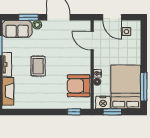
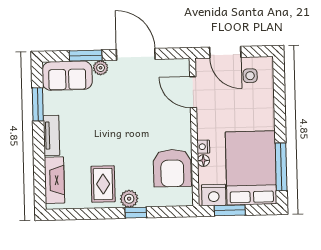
rug: (38, 66) -> (103, 184), moved
armchair: (79, 86) -> (172, 168), turned -90
plant: (52, 103) -> (129, 199), added
window: (74, 112) -> (136, 213), moved

